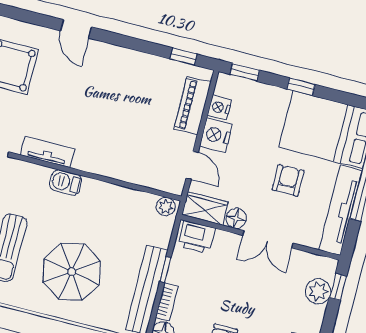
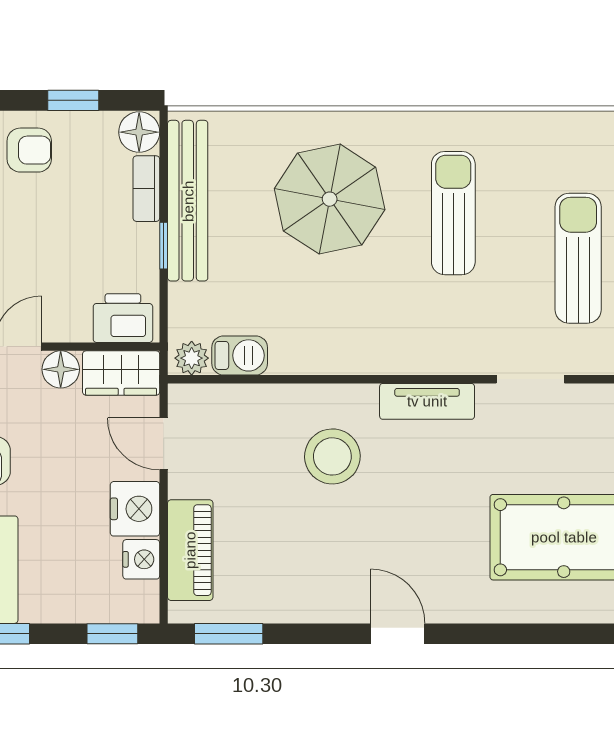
door: (76, 29) -> (398, 634), moved
window: (184, 57) -> (229, 634), width x1.50
stool: (105, 136) -> (332, 456), added
barbecue: (66, 182) -> (240, 355), moved

